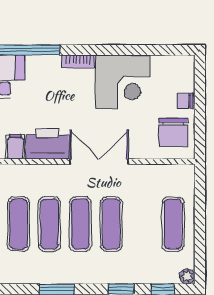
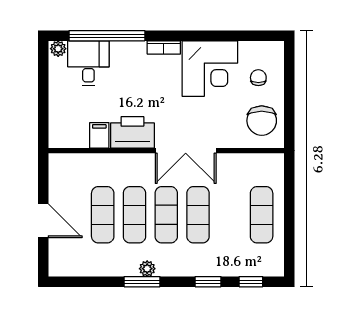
chair: (185, 101) -> (258, 78), moved, turned 90
double door: (99, 162) -> (186, 151), swing flipped
plant: (187, 276) -> (147, 269), moved

